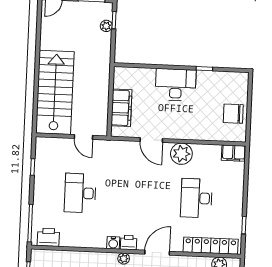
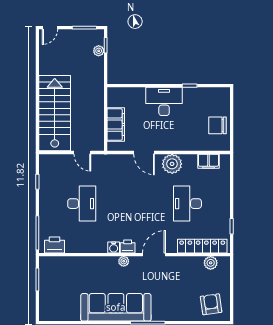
filing cabinet: (234, 153) -> (209, 161), moved
desk: (80, 193) -> (82, 204), turned 180

